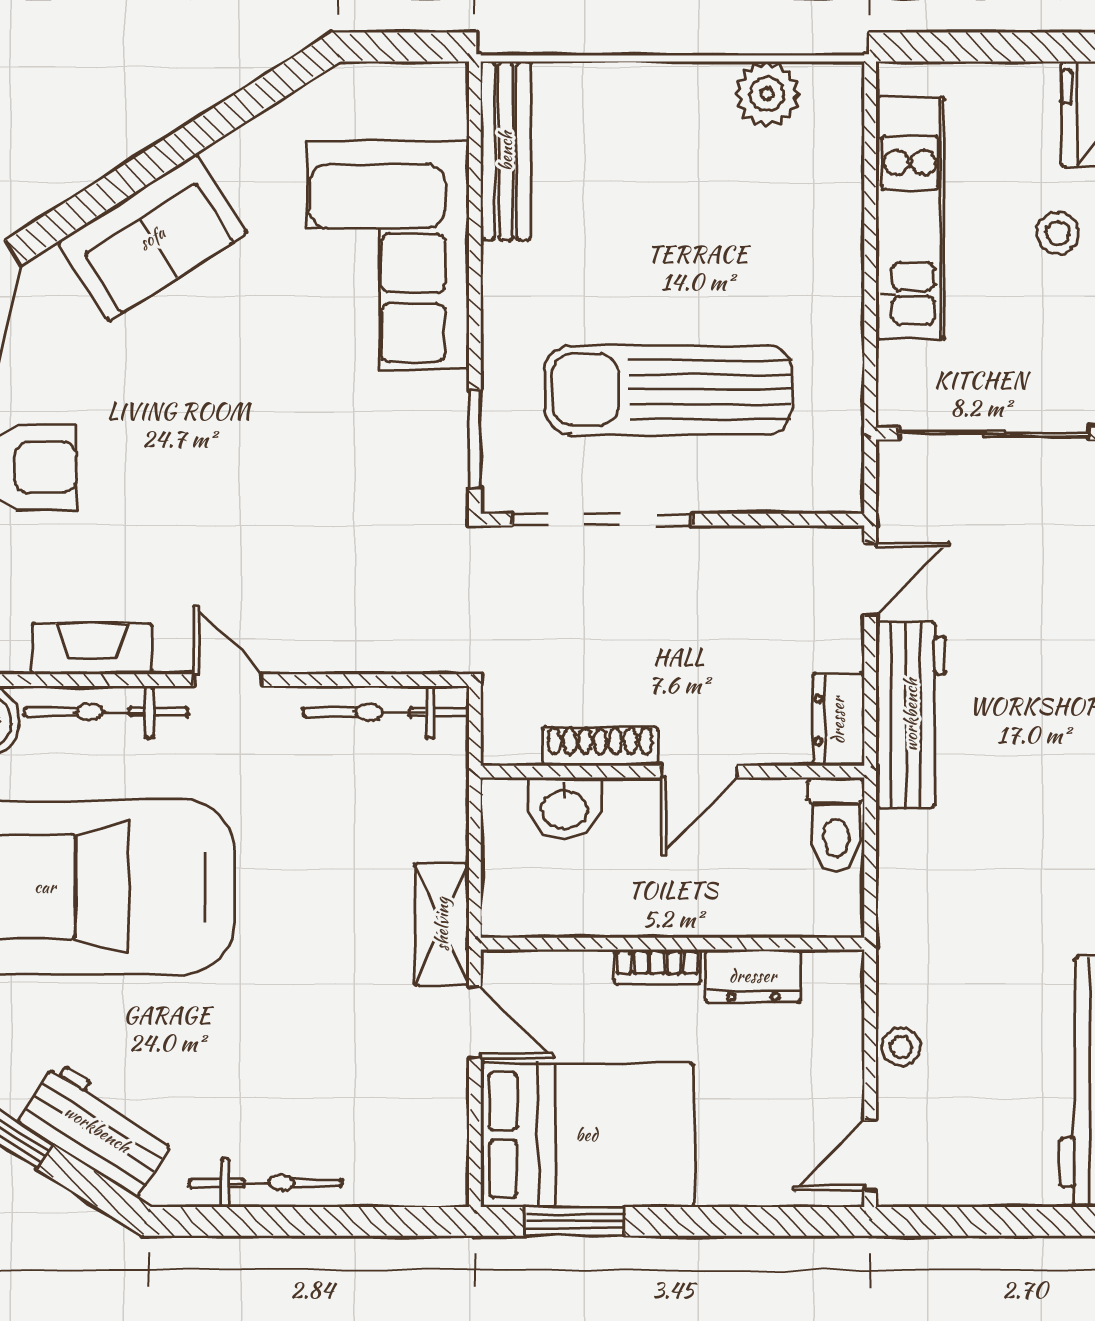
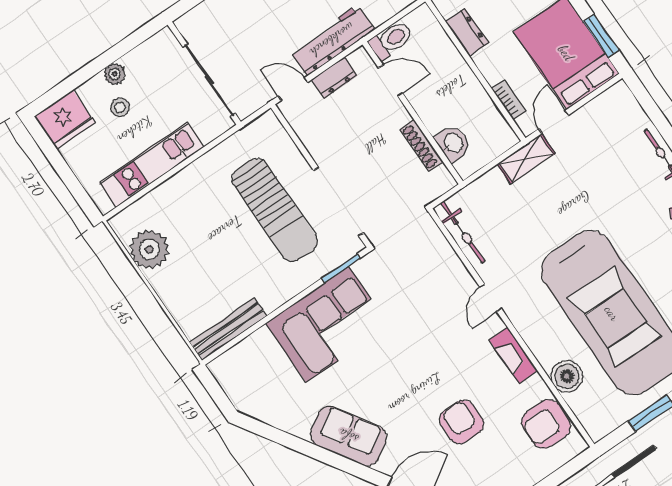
plant: (767, 94) -> (149, 249), width x1.36, depth x1.36
corner sofa: (388, 256) -> (327, 324), moved
bicycle: (106, 712) -> (533, 334), removed
dresser: (838, 720) -> (334, 78), moved
door: (699, 772) -> (391, 81), moved
bookcase: (657, 967) -> (508, 100), moved

